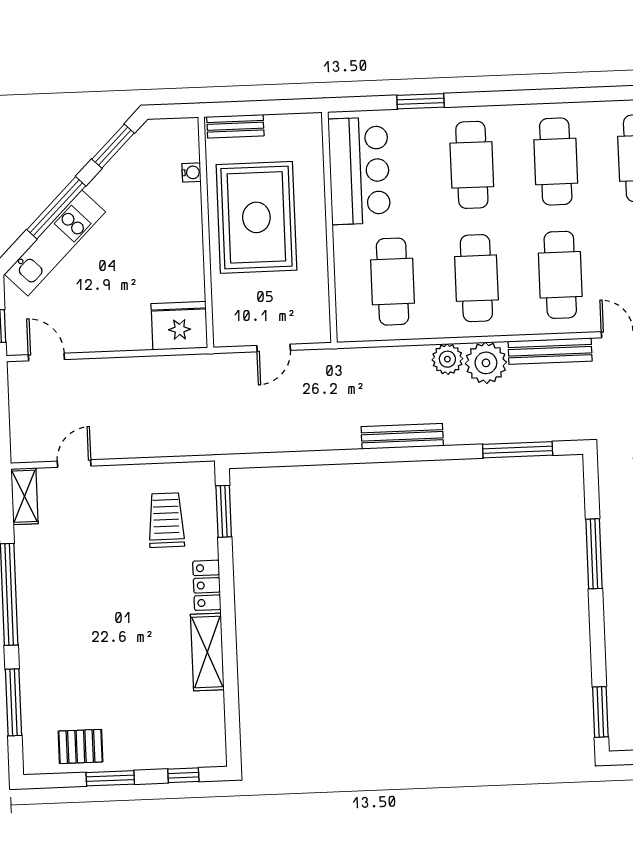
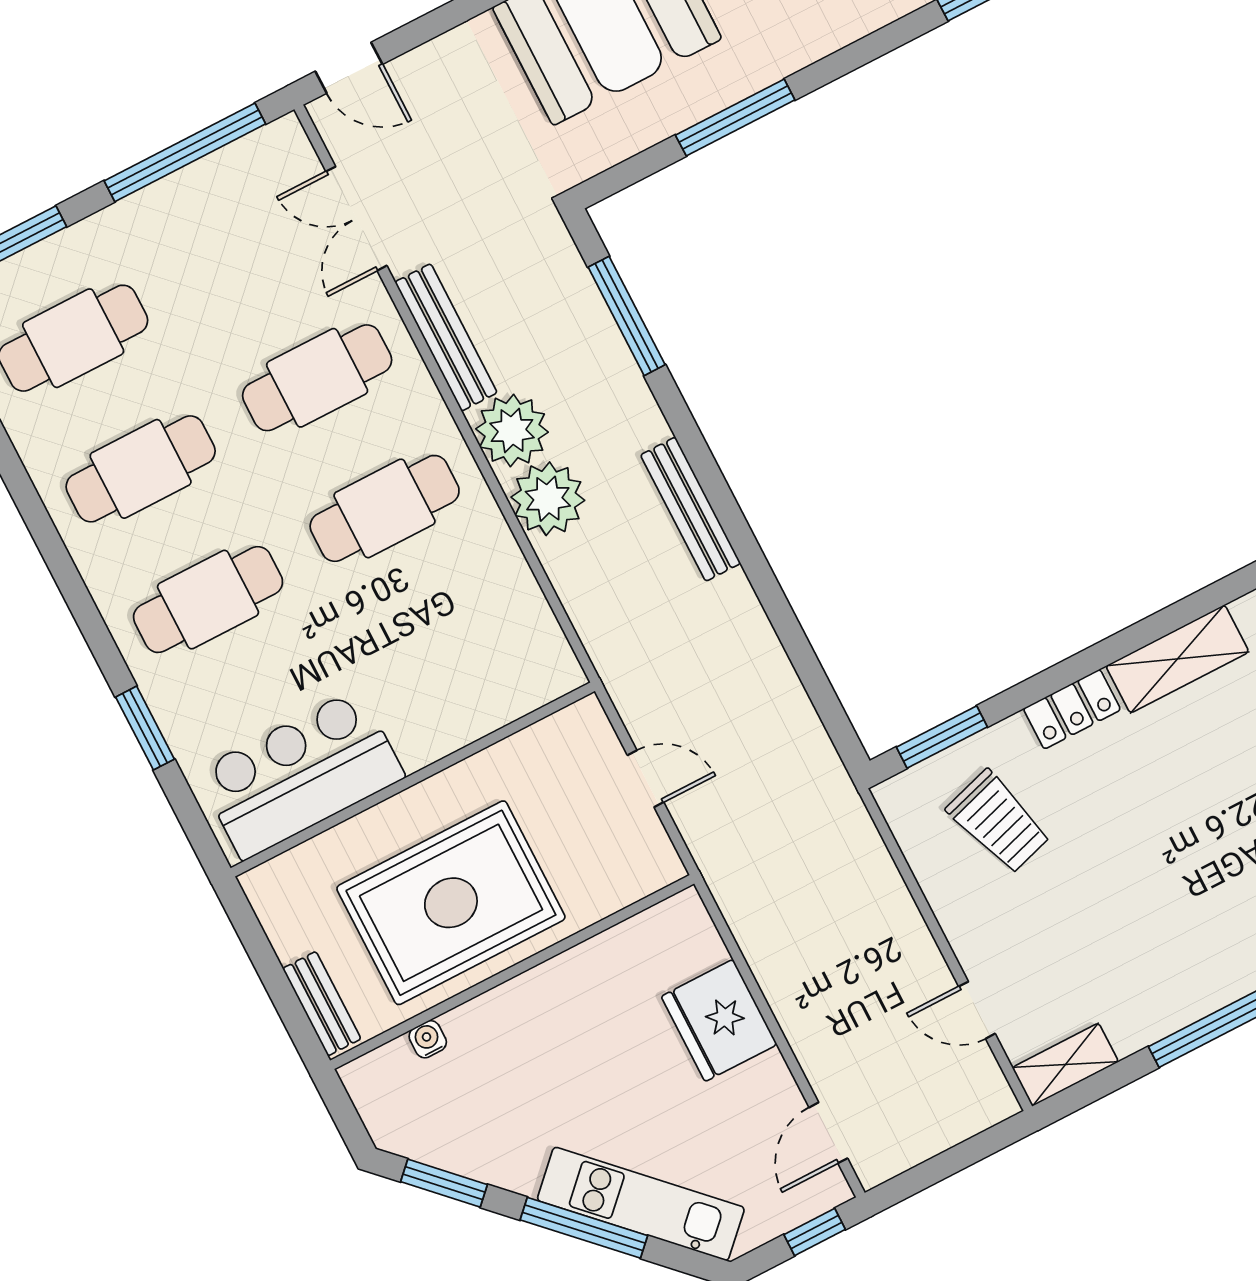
cafe table: (393, 282) -> (452, 639), removed
fridge: (179, 326) -> (719, 1020), moved
plant: (447, 359) -> (548, 499), width x1.36, depth x1.36
trolley: (166, 520) -> (999, 822), turned -107

